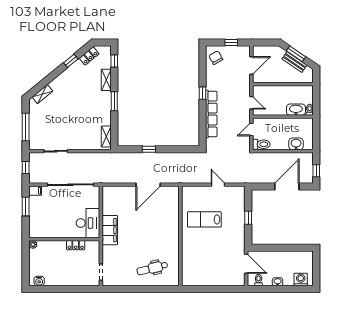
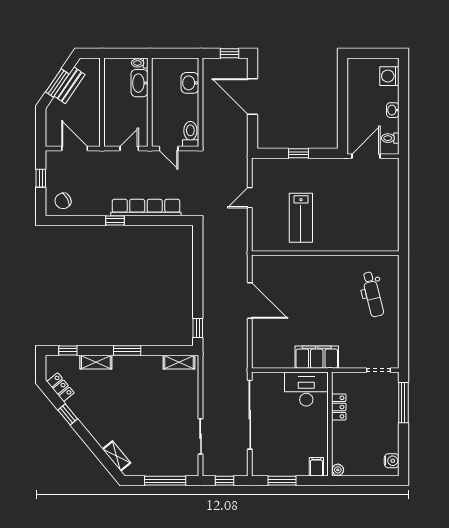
window: (149, 149) -> (198, 328), moved
filing cabinet: (35, 191) -> (316, 467), moved
window: (79, 289) -> (403, 403), added

